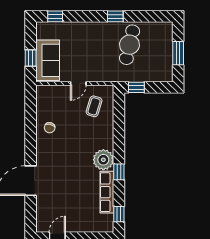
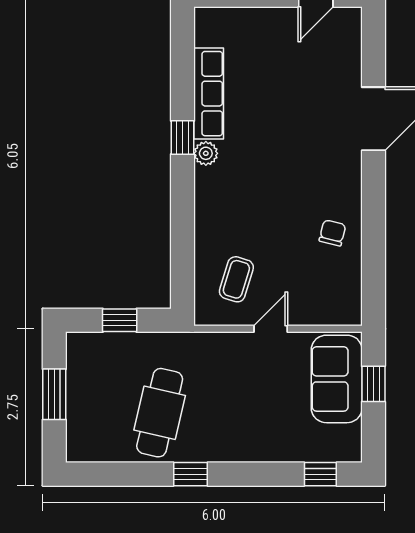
window: (136, 87) -> (120, 320), moved
plant: (103, 160) -> (206, 153), width x0.53, depth x0.53
window: (119, 214) -> (183, 46), removed

